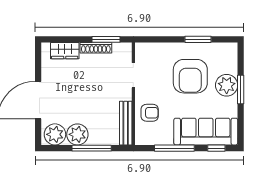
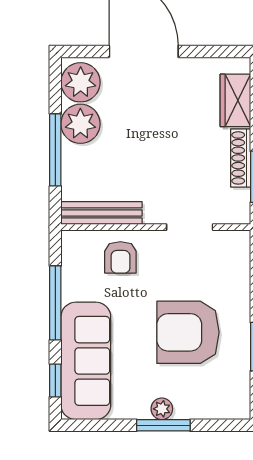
plant: (227, 85) -> (162, 409), width x0.53, depth x0.53

